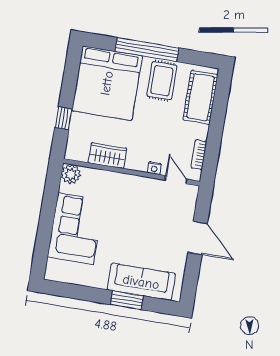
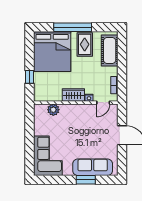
wardrobe: (108, 156) -> (73, 95), moved
plant: (71, 174) -> (53, 110), moved
door: (176, 180) -> (103, 103), swing flipped
corner sofa: (76, 229) -> (48, 156), moved

